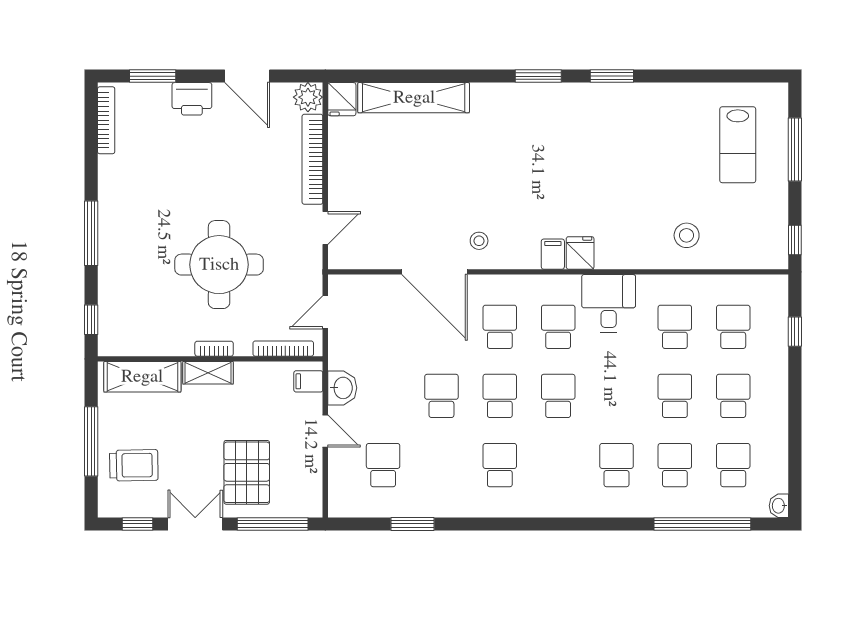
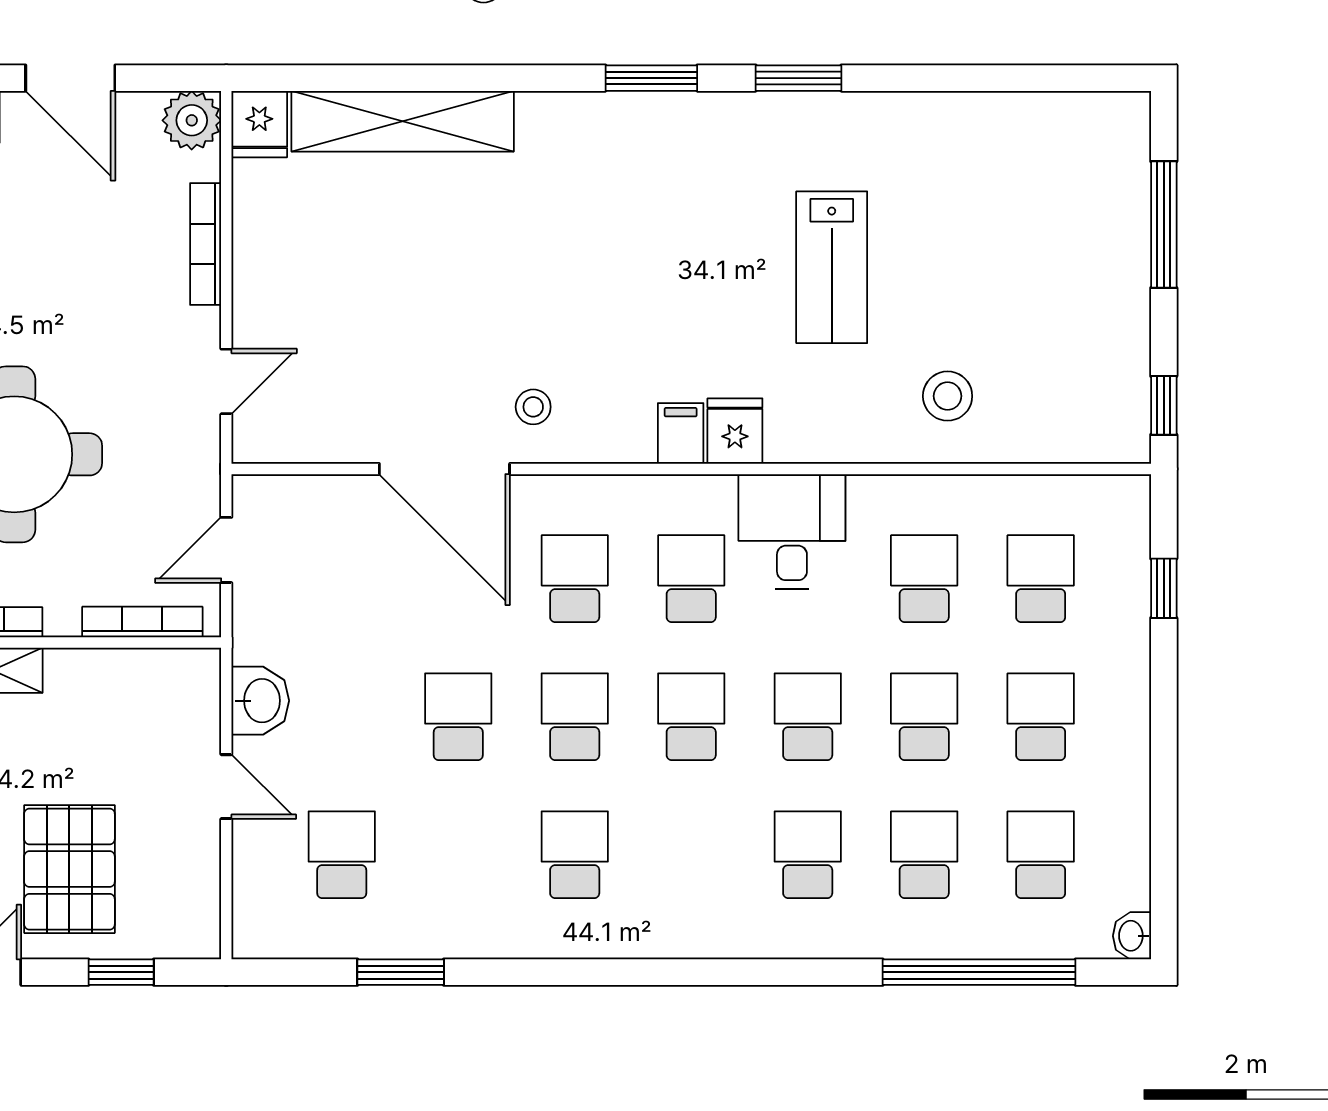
lab bench: (738, 145) -> (832, 267), moved
bookcase: (312, 159) -> (206, 244), width x0.68, depth x0.76
filing cabinet: (308, 381) -> (192, 688), removed
school desk: (617, 396) -> (808, 717), added
window: (273, 524) -> (121, 972), width x0.46

